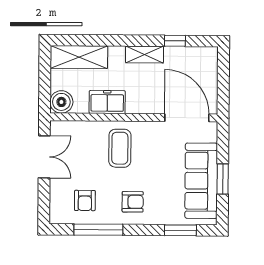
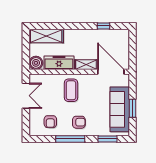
shelving: (144, 55) -> (86, 65), moved
freezer: (107, 102) -> (59, 63), width x1.40
window: (98, 230) -> (70, 139), moved

